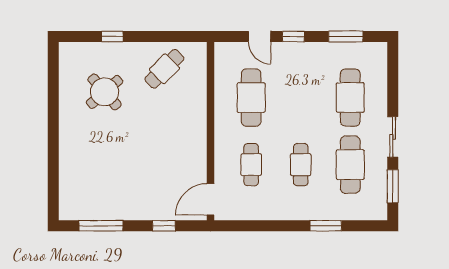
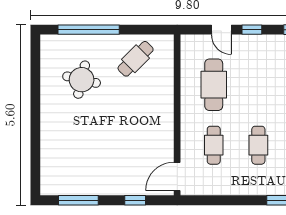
window: (112, 36) -> (89, 30), width x3.17
round table: (104, 92) -> (82, 80), turned -36

